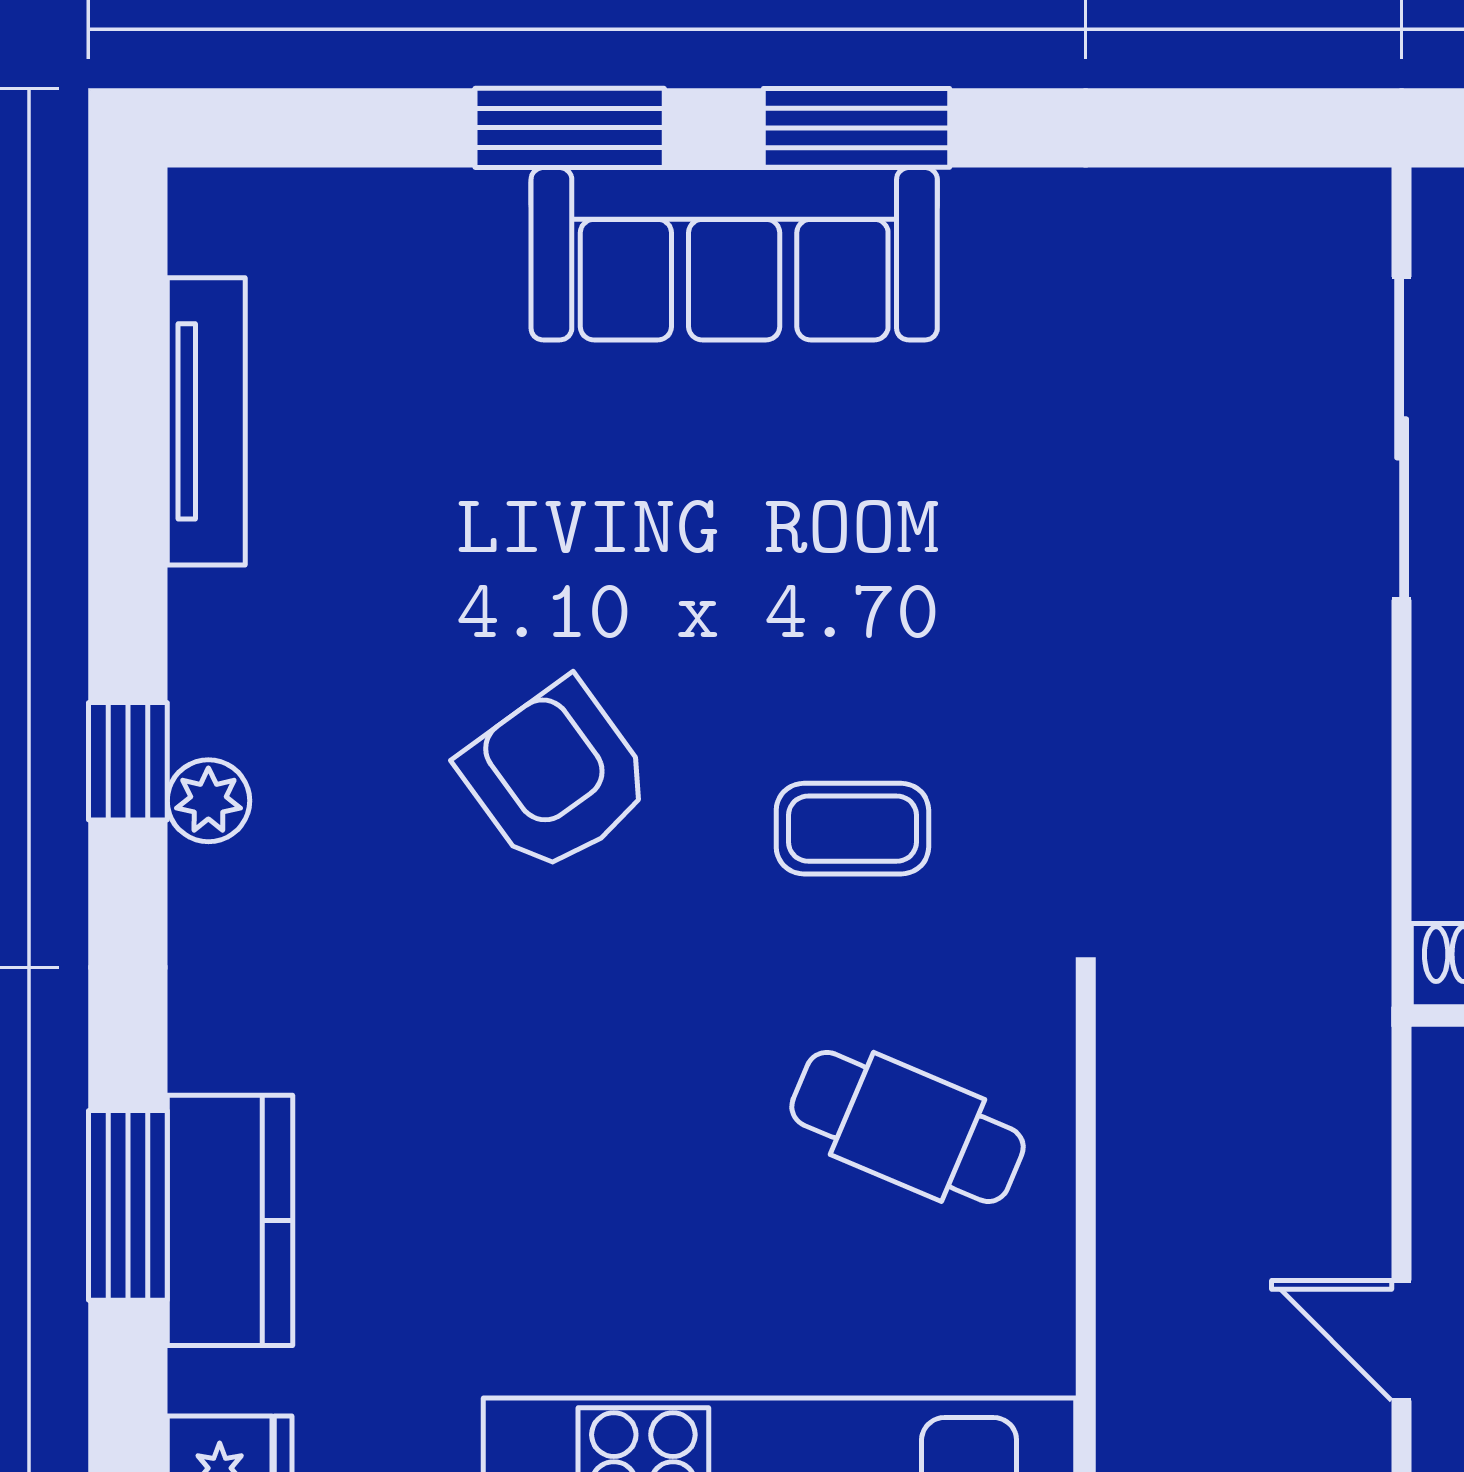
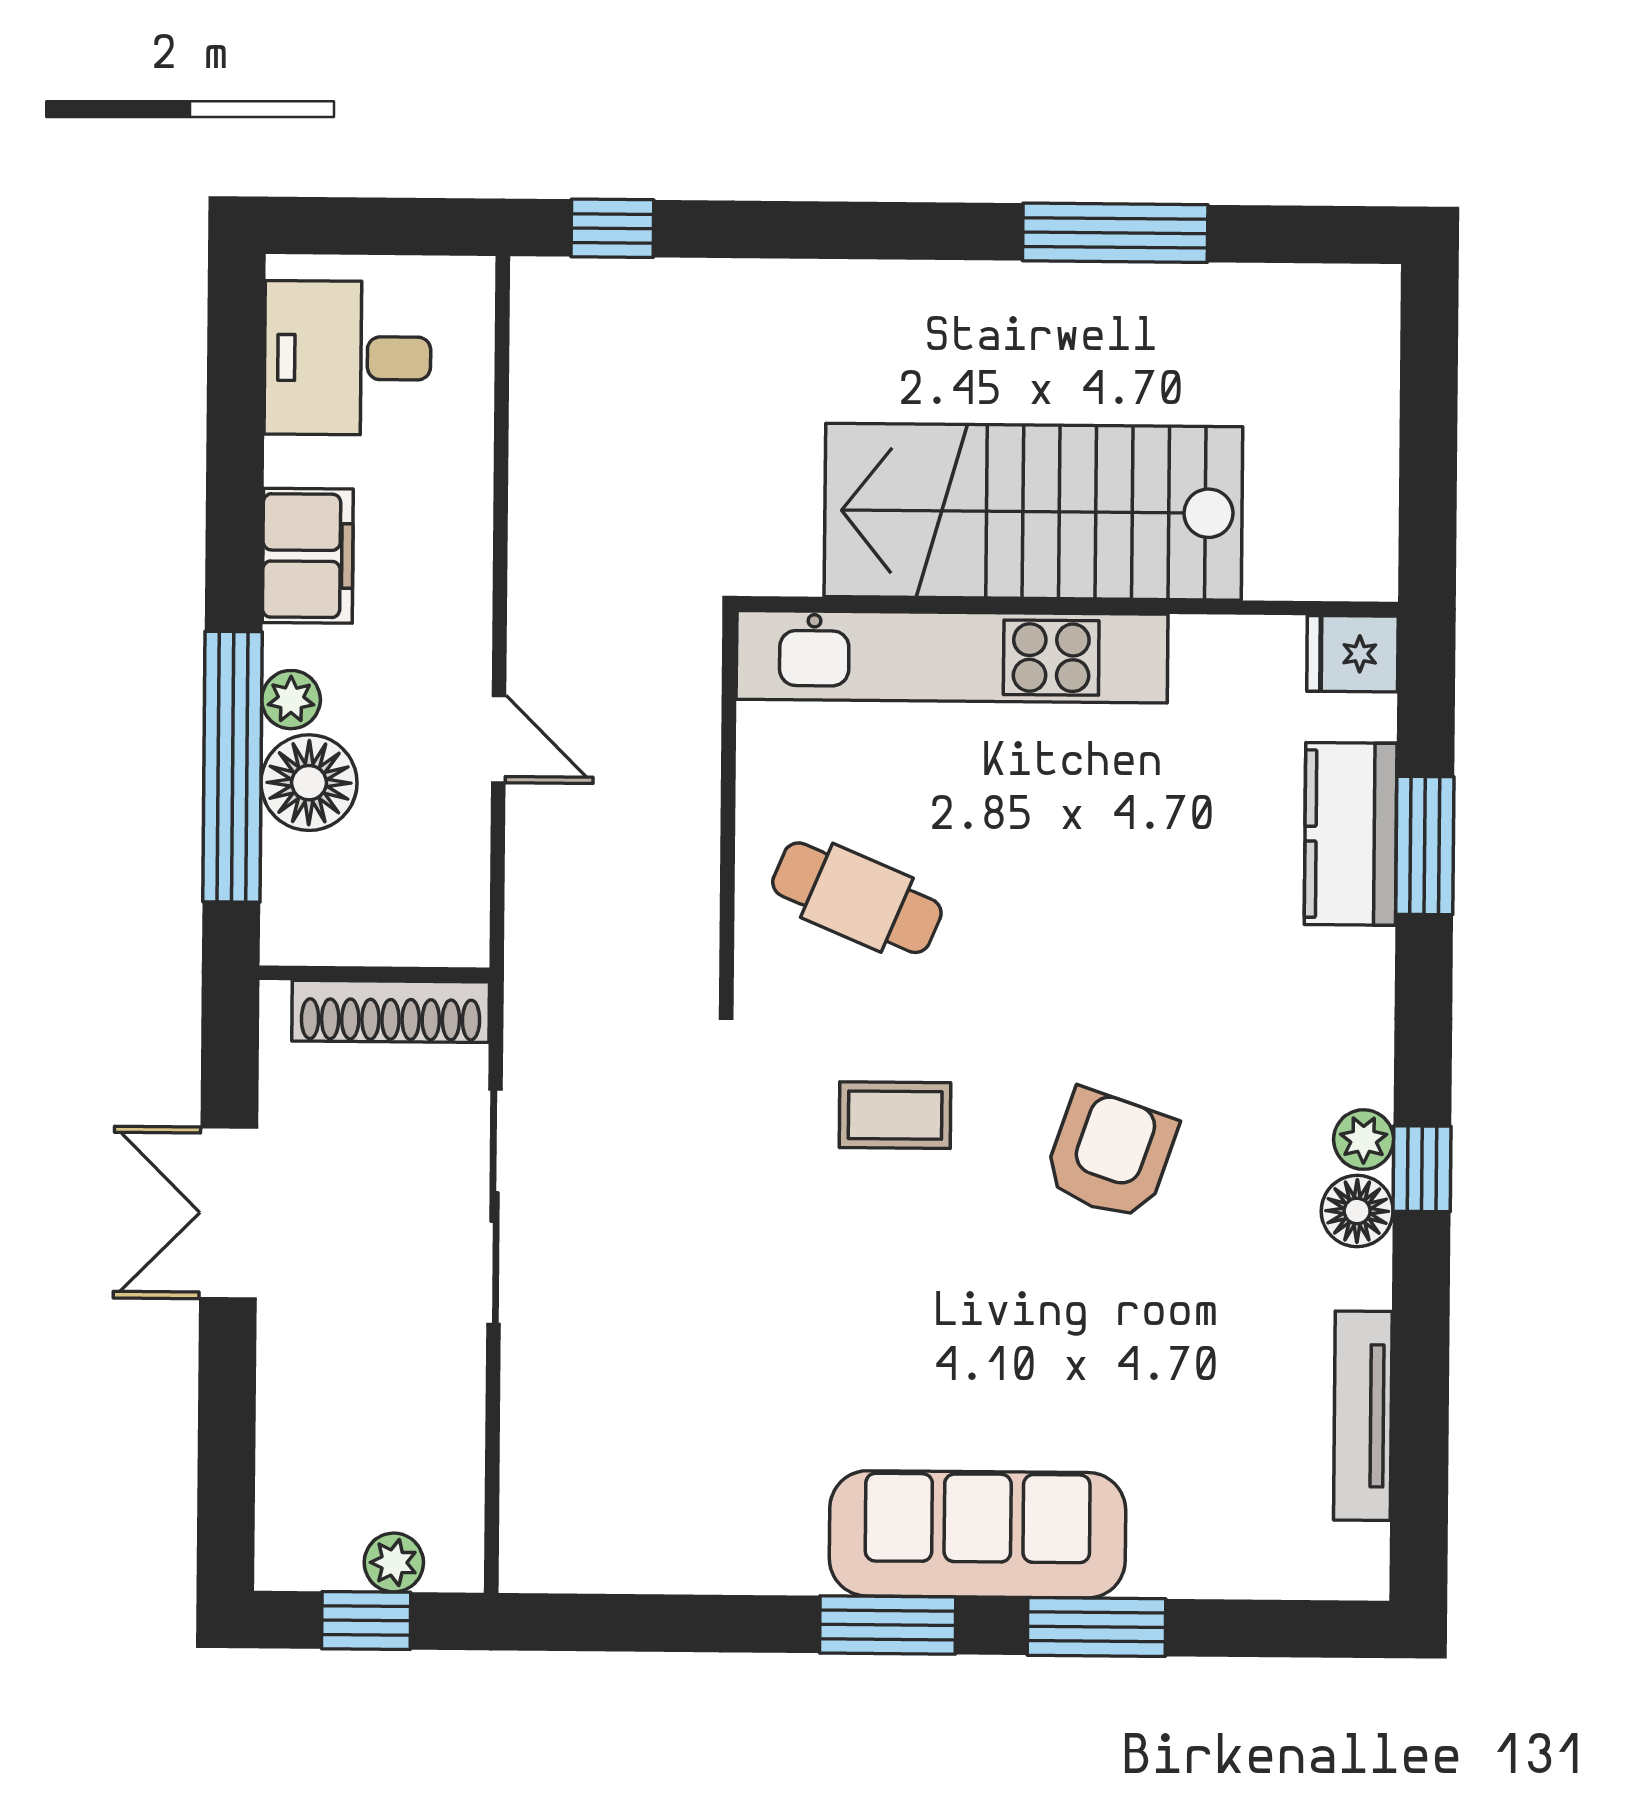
sliding door: (1402, 438) -> (495, 1207), moved
floor lamp: (217, 702) -> (1357, 1211), added
armchair: (556, 777) -> (1110, 1155), turned -125

